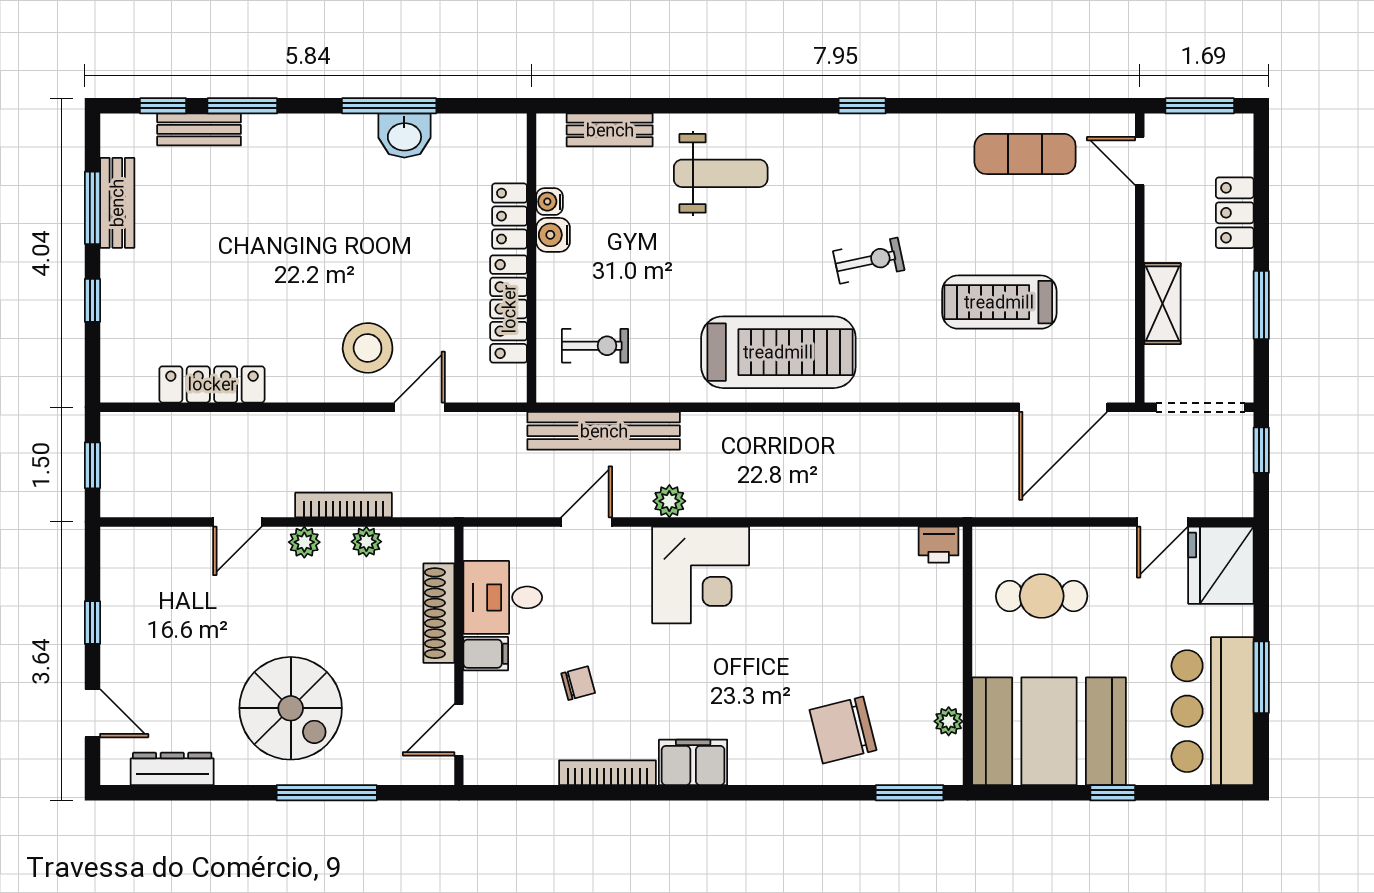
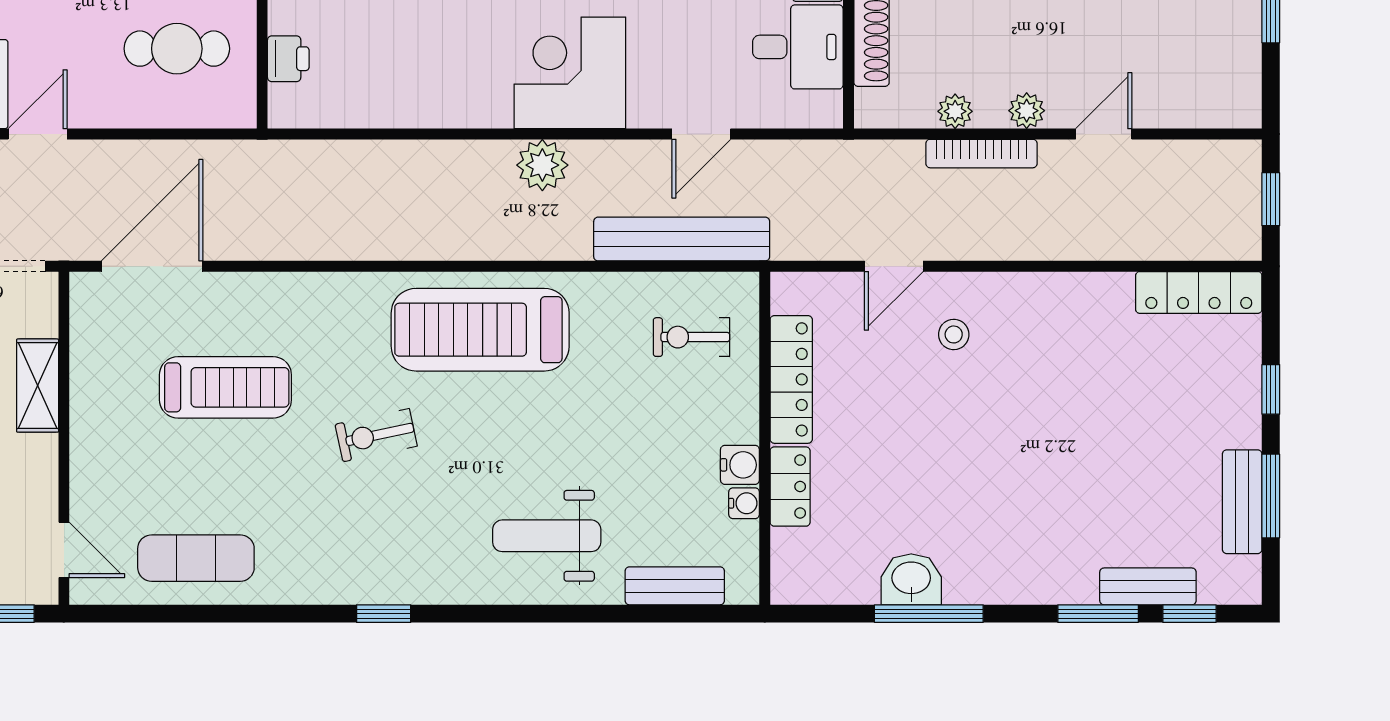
stool: (368, 348) -> (954, 334), width x0.53, depth x0.53
locker: (212, 384) -> (1199, 292), moved
plant: (669, 501) -> (542, 165), moved, width x1.38, depth x1.38
printer: (939, 545) -> (288, 59), moved, turned 90

